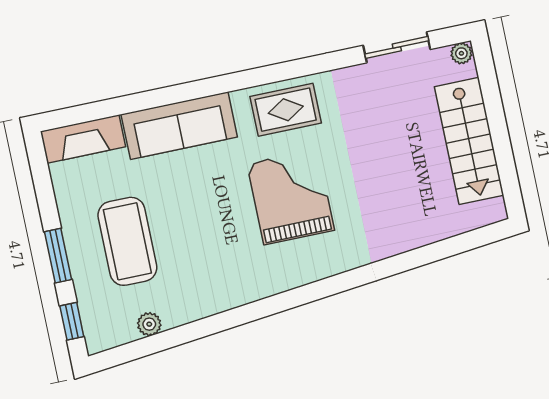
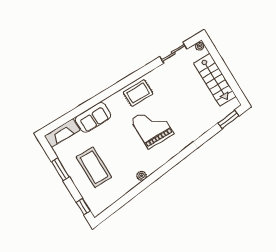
sofa: (179, 126) -> (93, 117), width x0.73
window: (468, 241) -> (228, 120), added
window: (58, 256) -> (60, 169), moved
plant: (149, 324) -> (142, 176), moved

